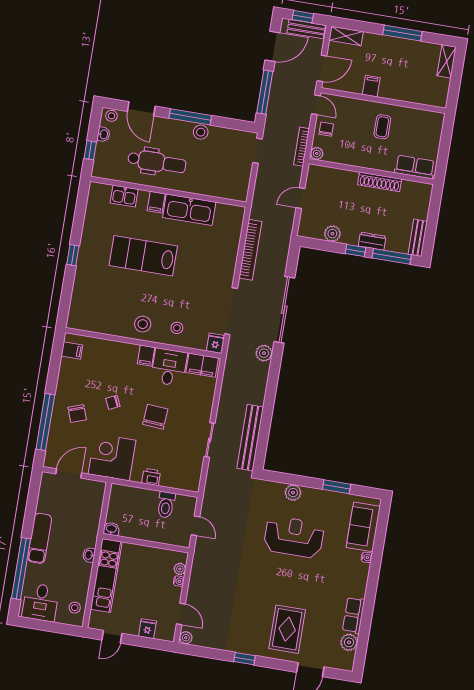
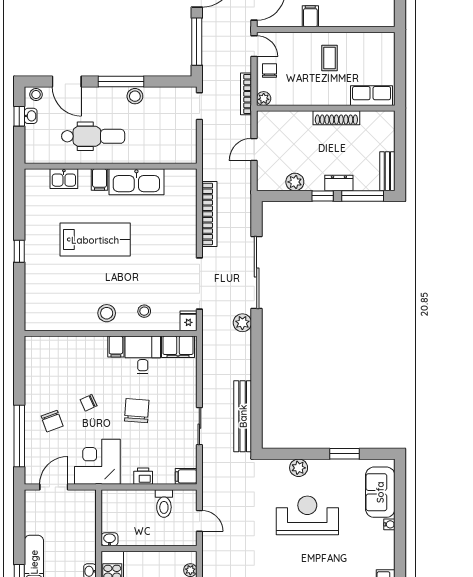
window: (90, 150) -> (19, 116), moved
lab bench: (143, 256) -> (95, 240), turned 180
filing cabinet: (72, 350) -> (186, 476), moved, turned 180

